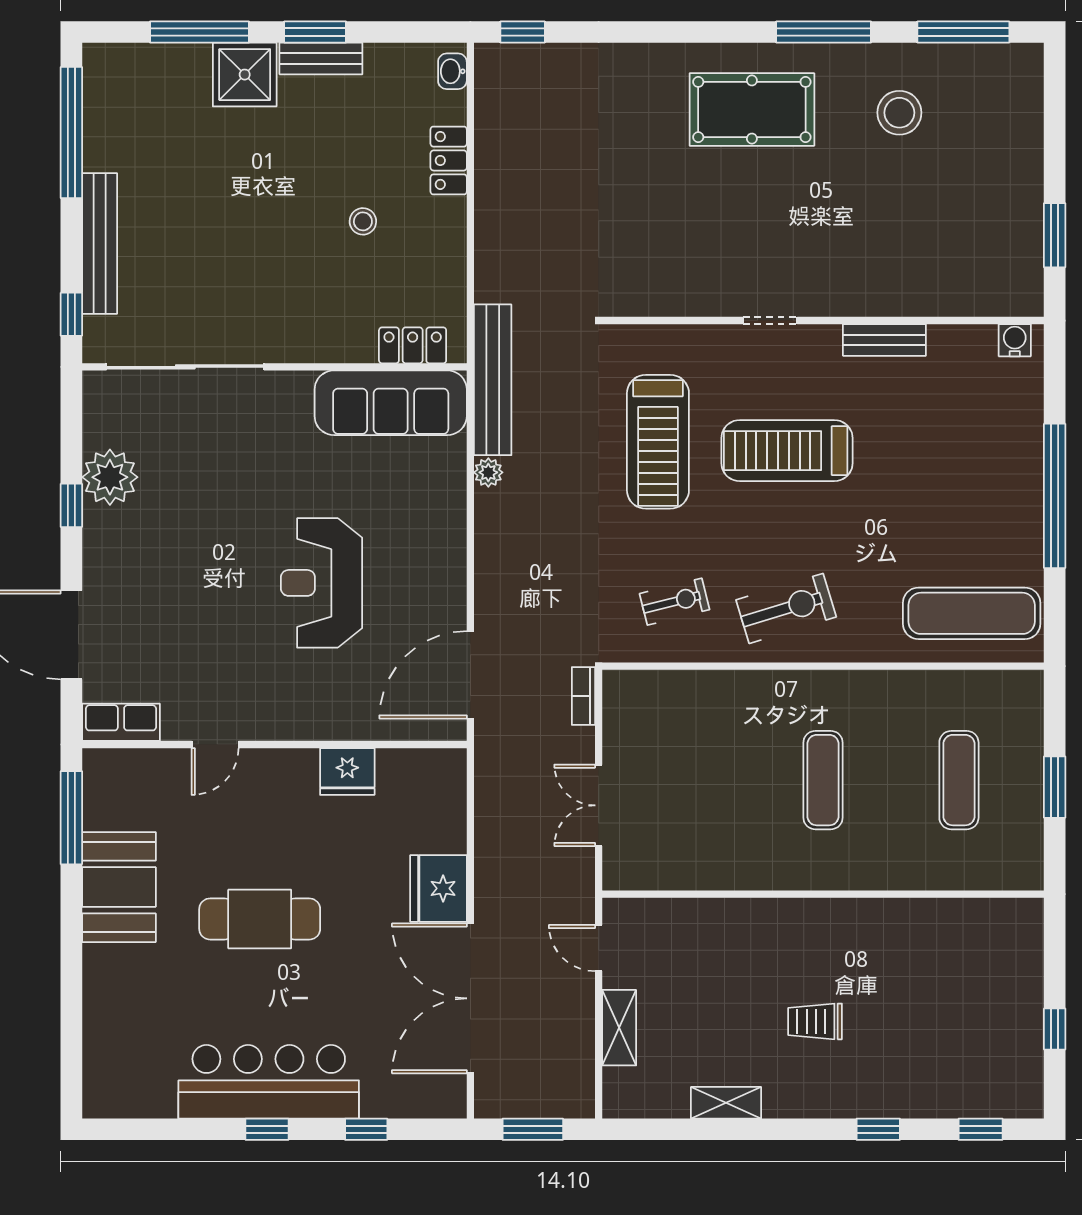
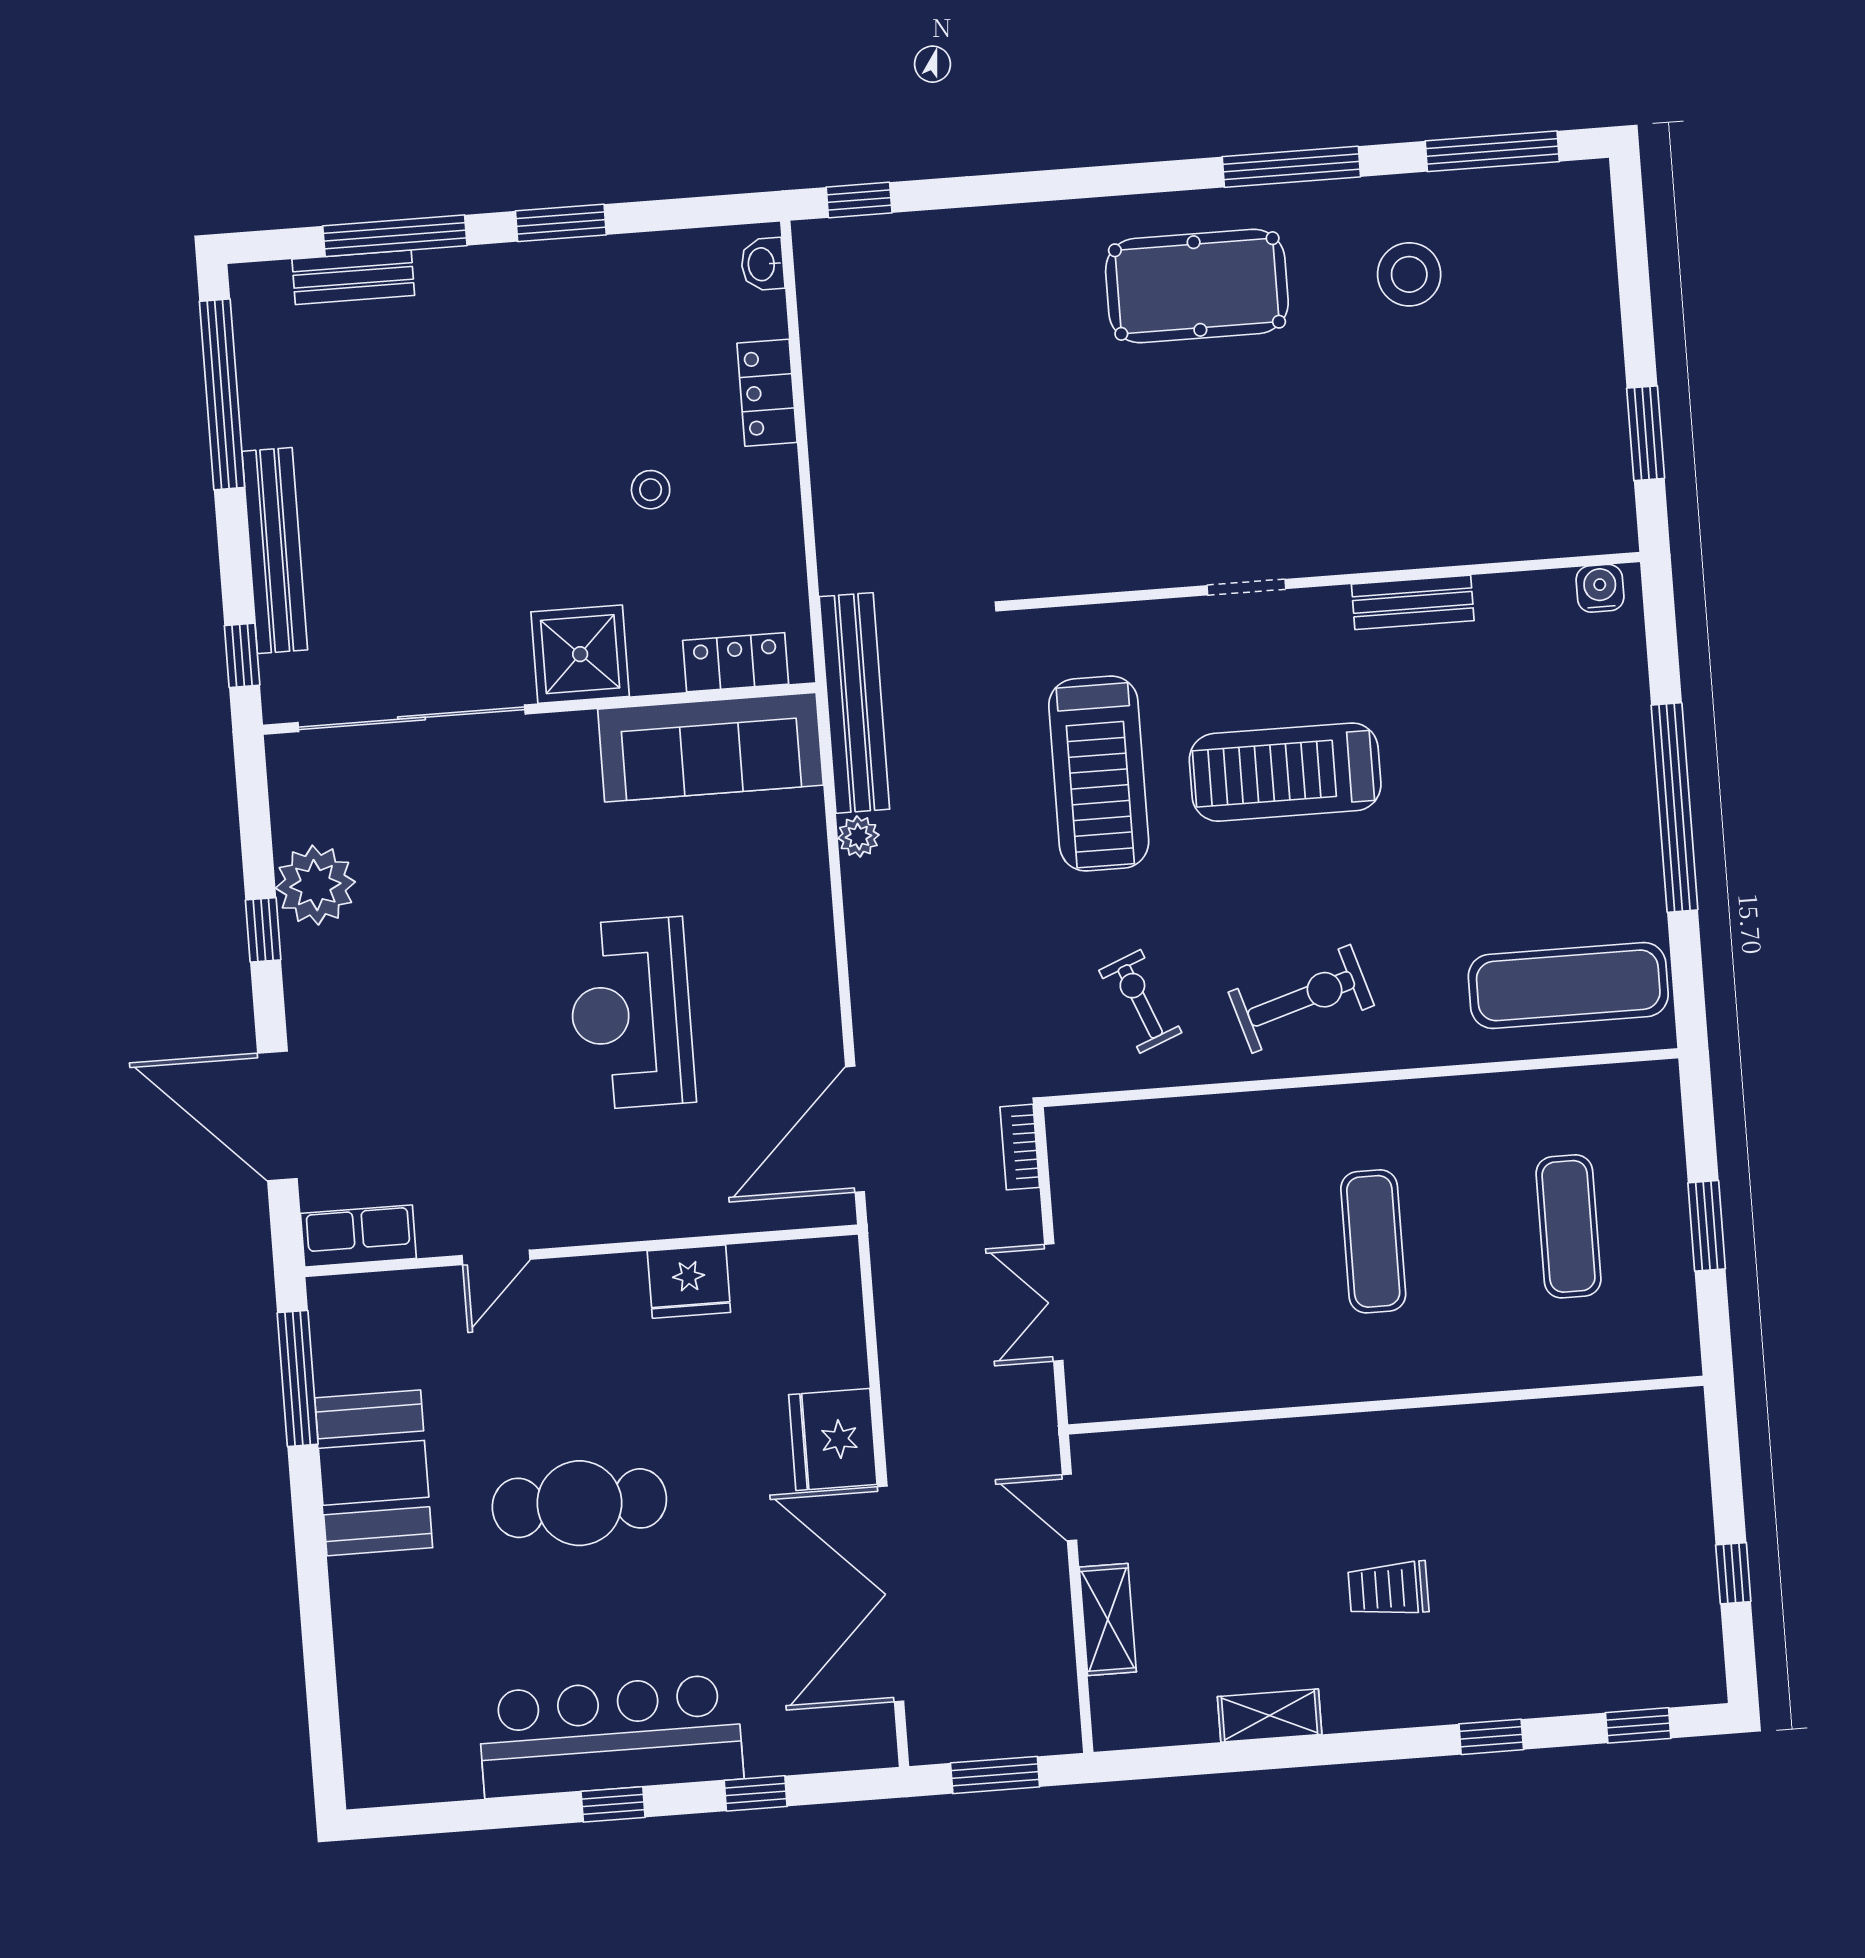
bench: (321, 59) -> (353, 277), moved
shower: (245, 75) -> (580, 654), moved
exercise bike: (675, 602) -> (1140, 1001), turned -98

